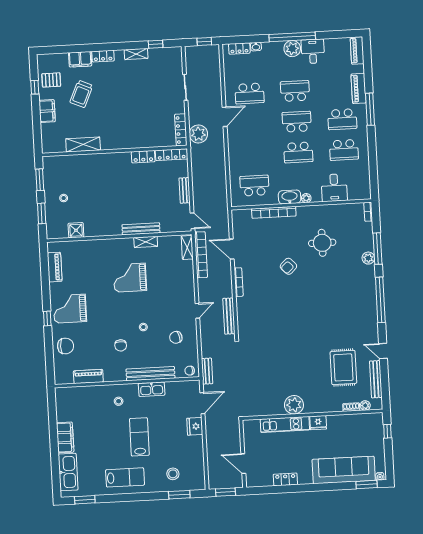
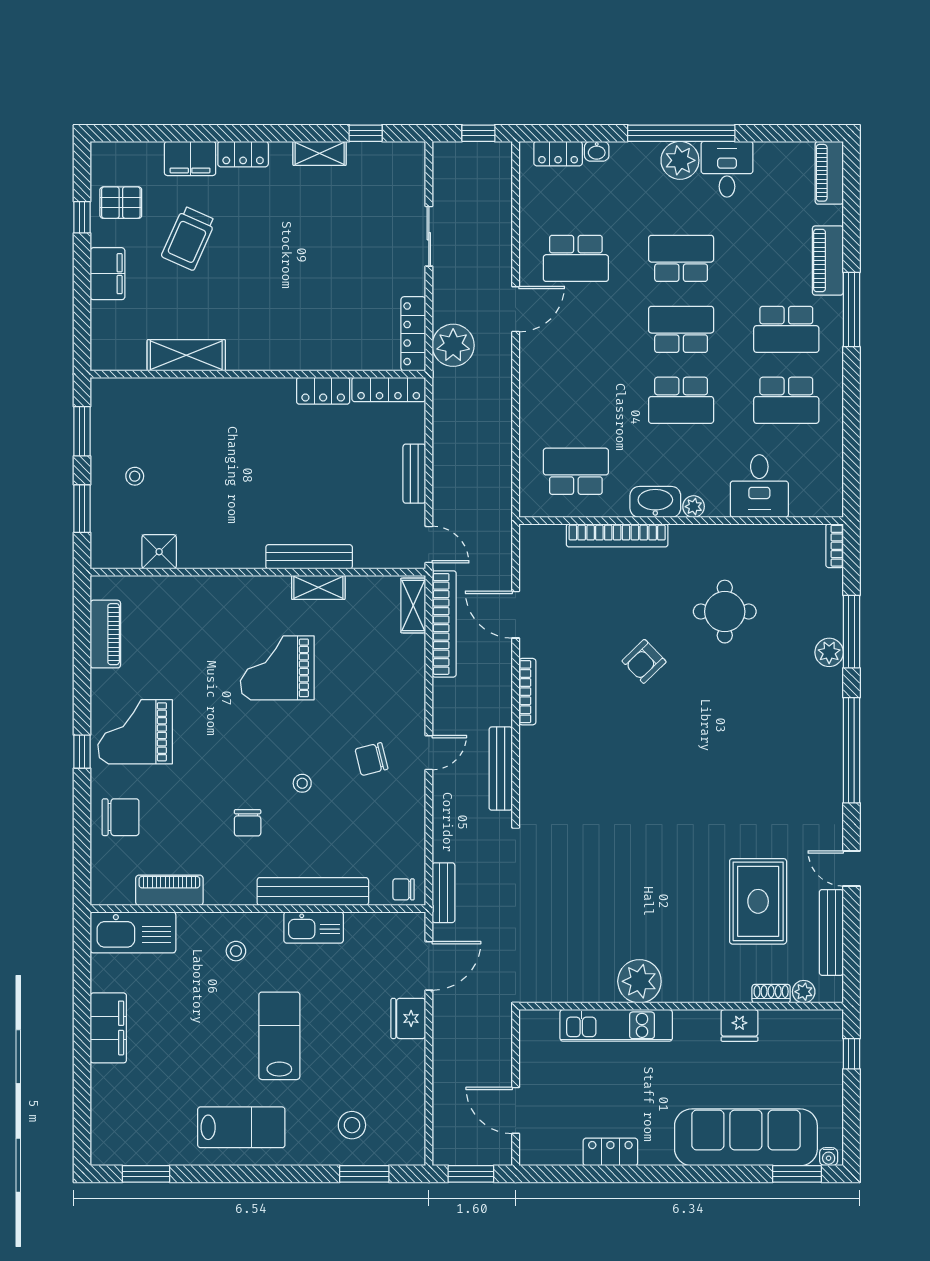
chair: (176, 337) -> (371, 759), moved
fridge: (318, 423) -> (739, 1025), moved
kitchen sink: (68, 472) -> (133, 932), moved, turned 90

